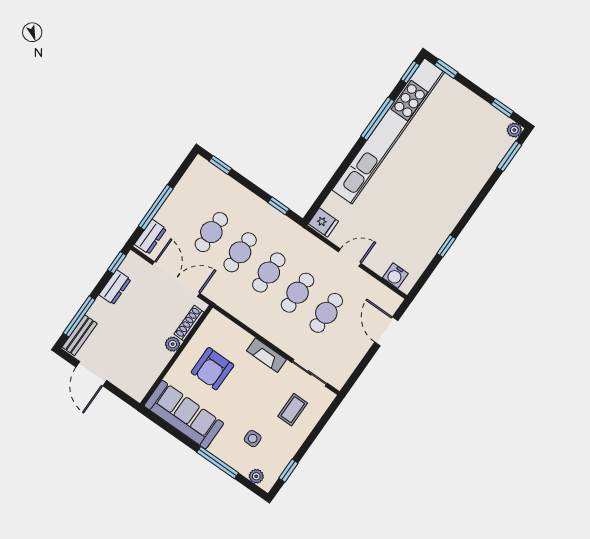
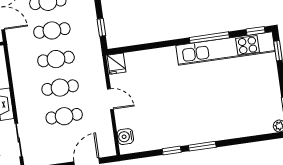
kitchen unit: (388, 131) -> (225, 48), width x0.73
window: (509, 156) -> (202, 146), moved

